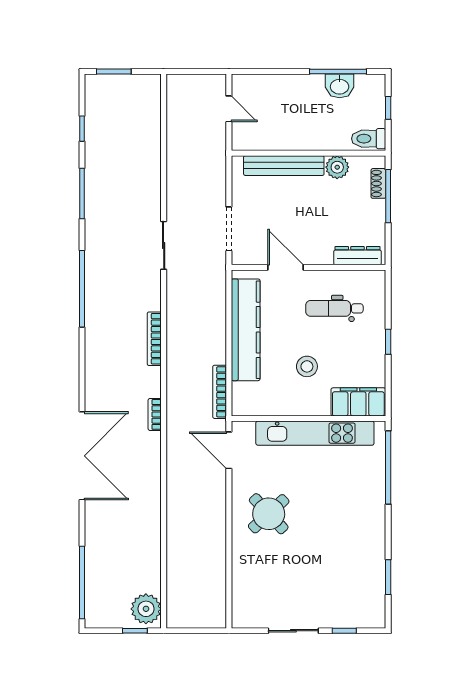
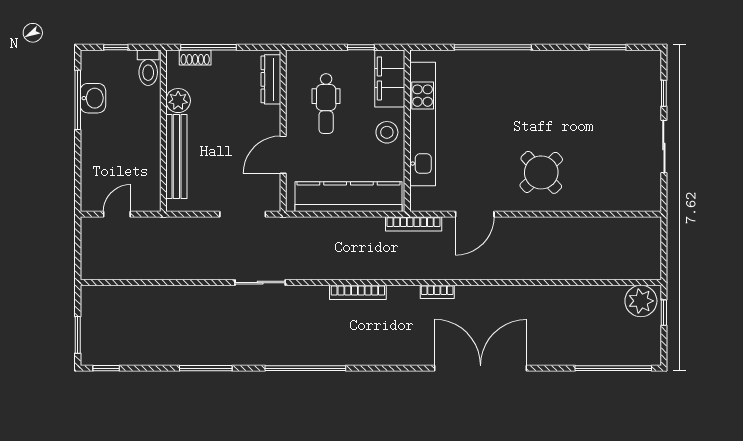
window: (82, 129) -> (106, 368), moved
filing cabinet: (358, 402) -> (390, 78), moved
wall: (308, 418) -> (407, 131), moved
kitchen unit: (315, 433) -> (423, 124), moved

